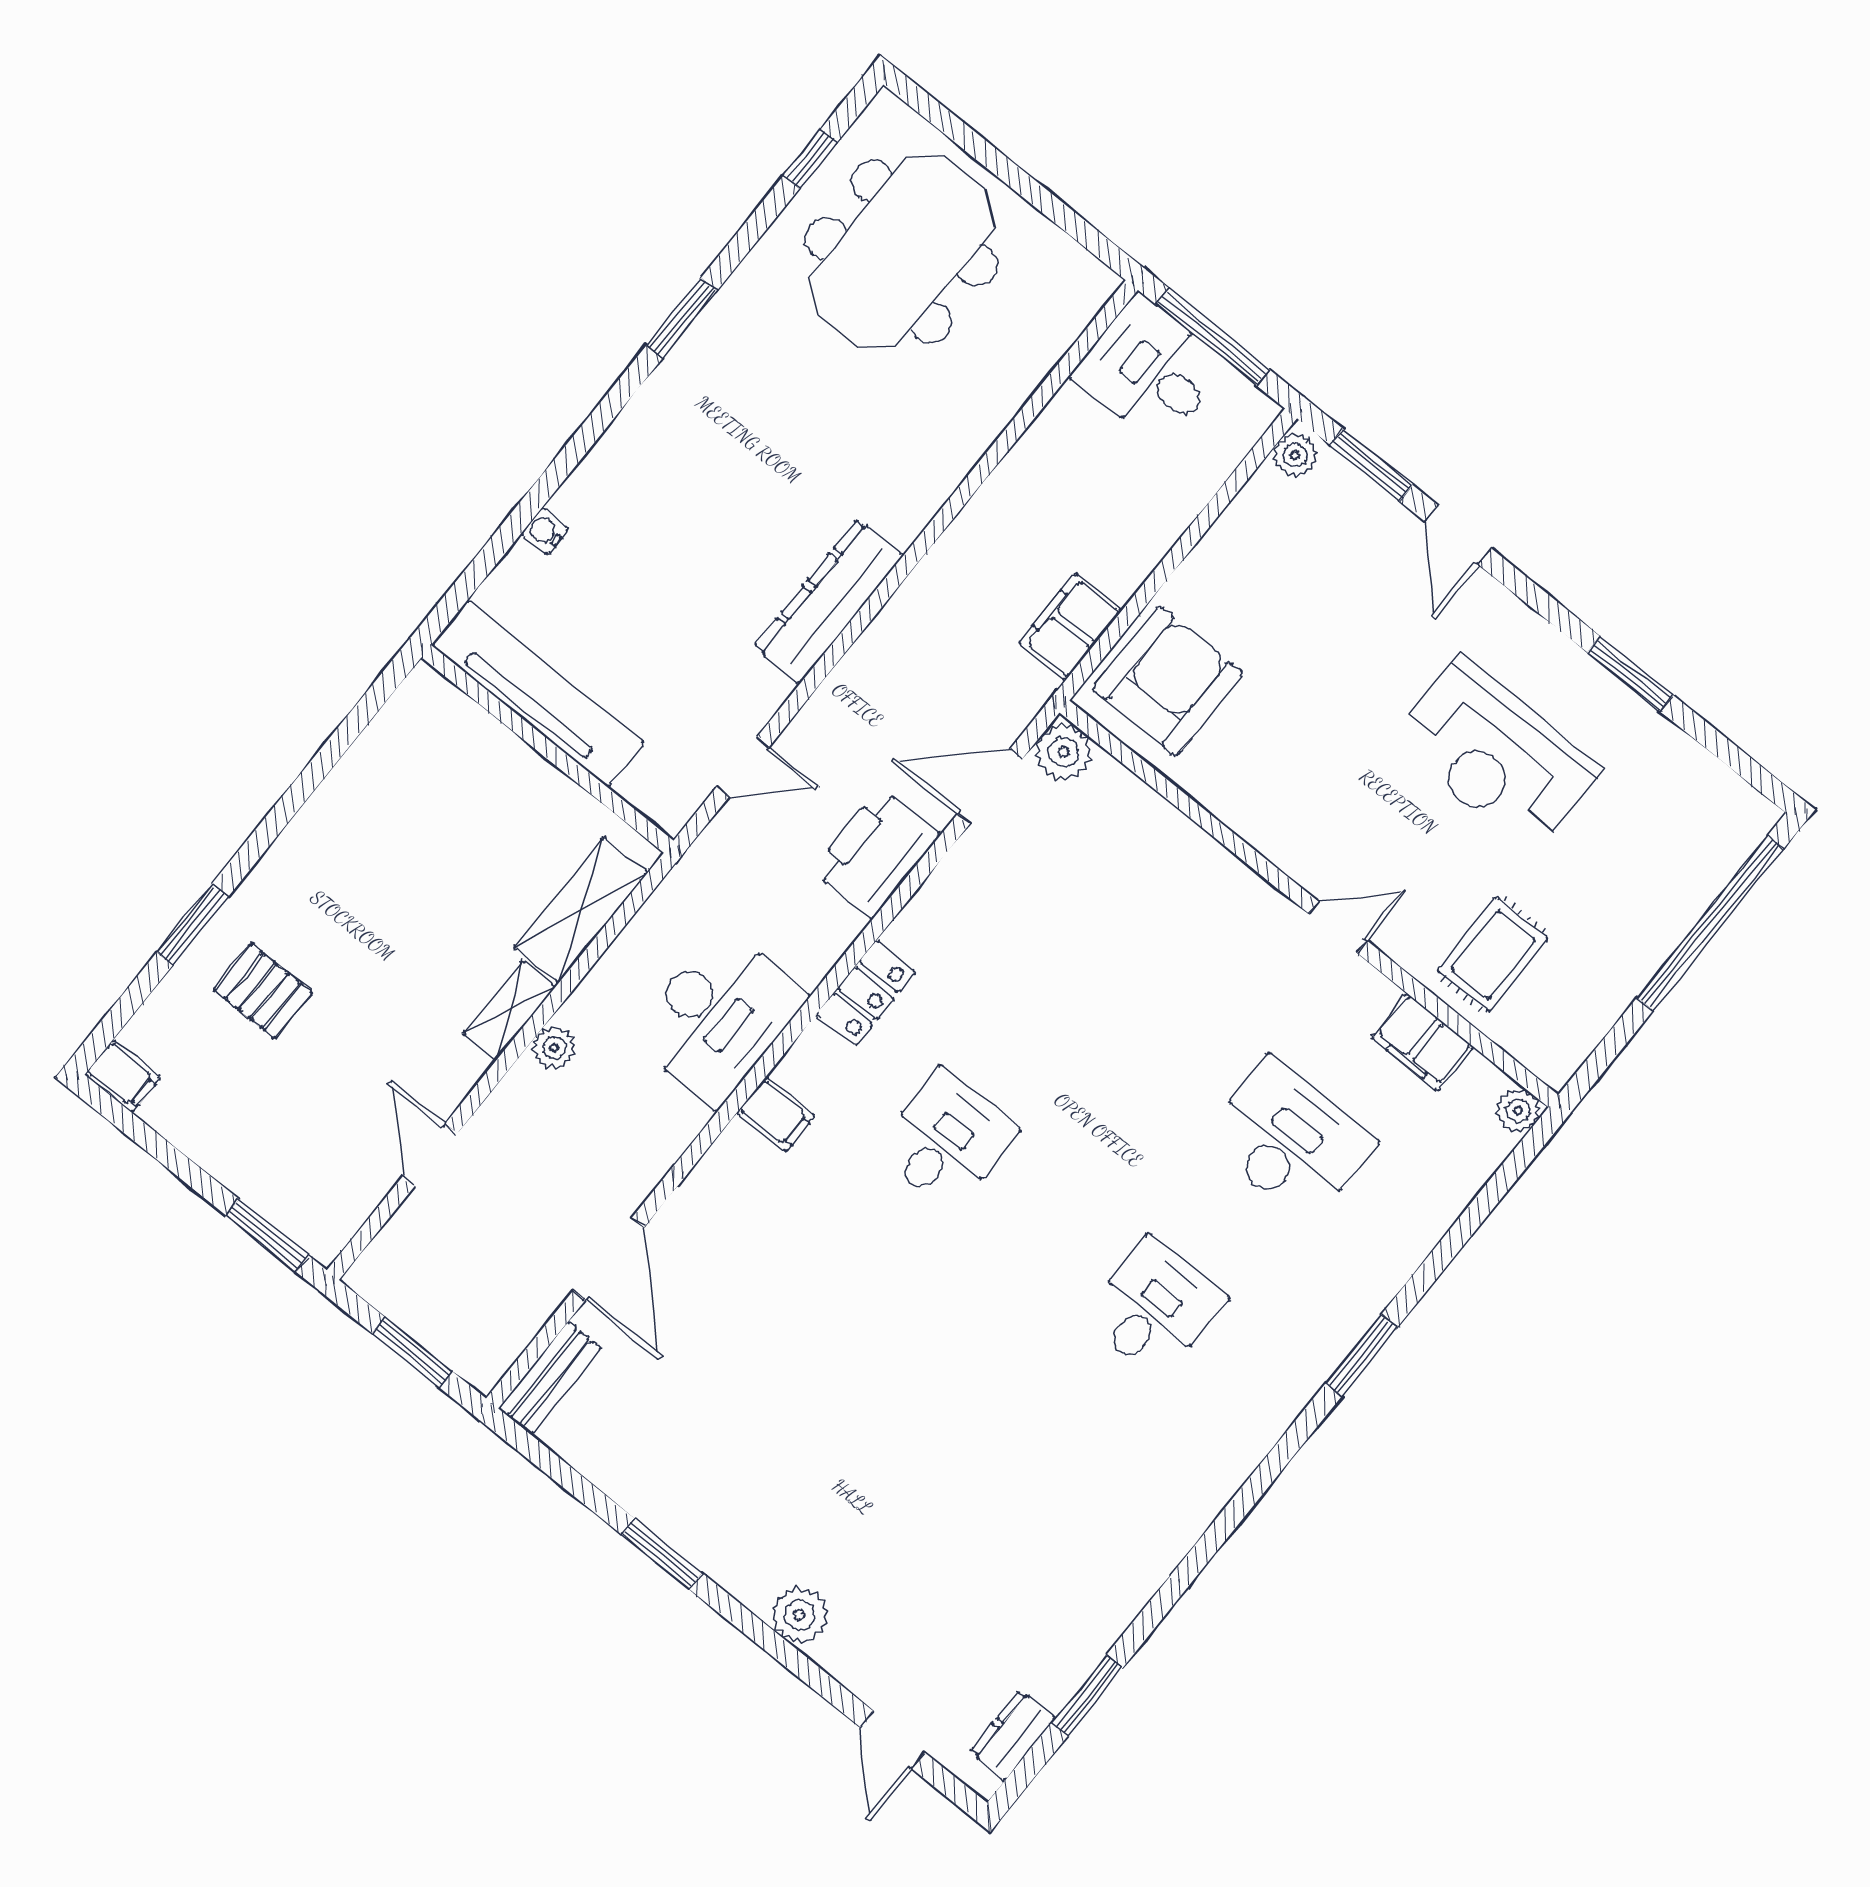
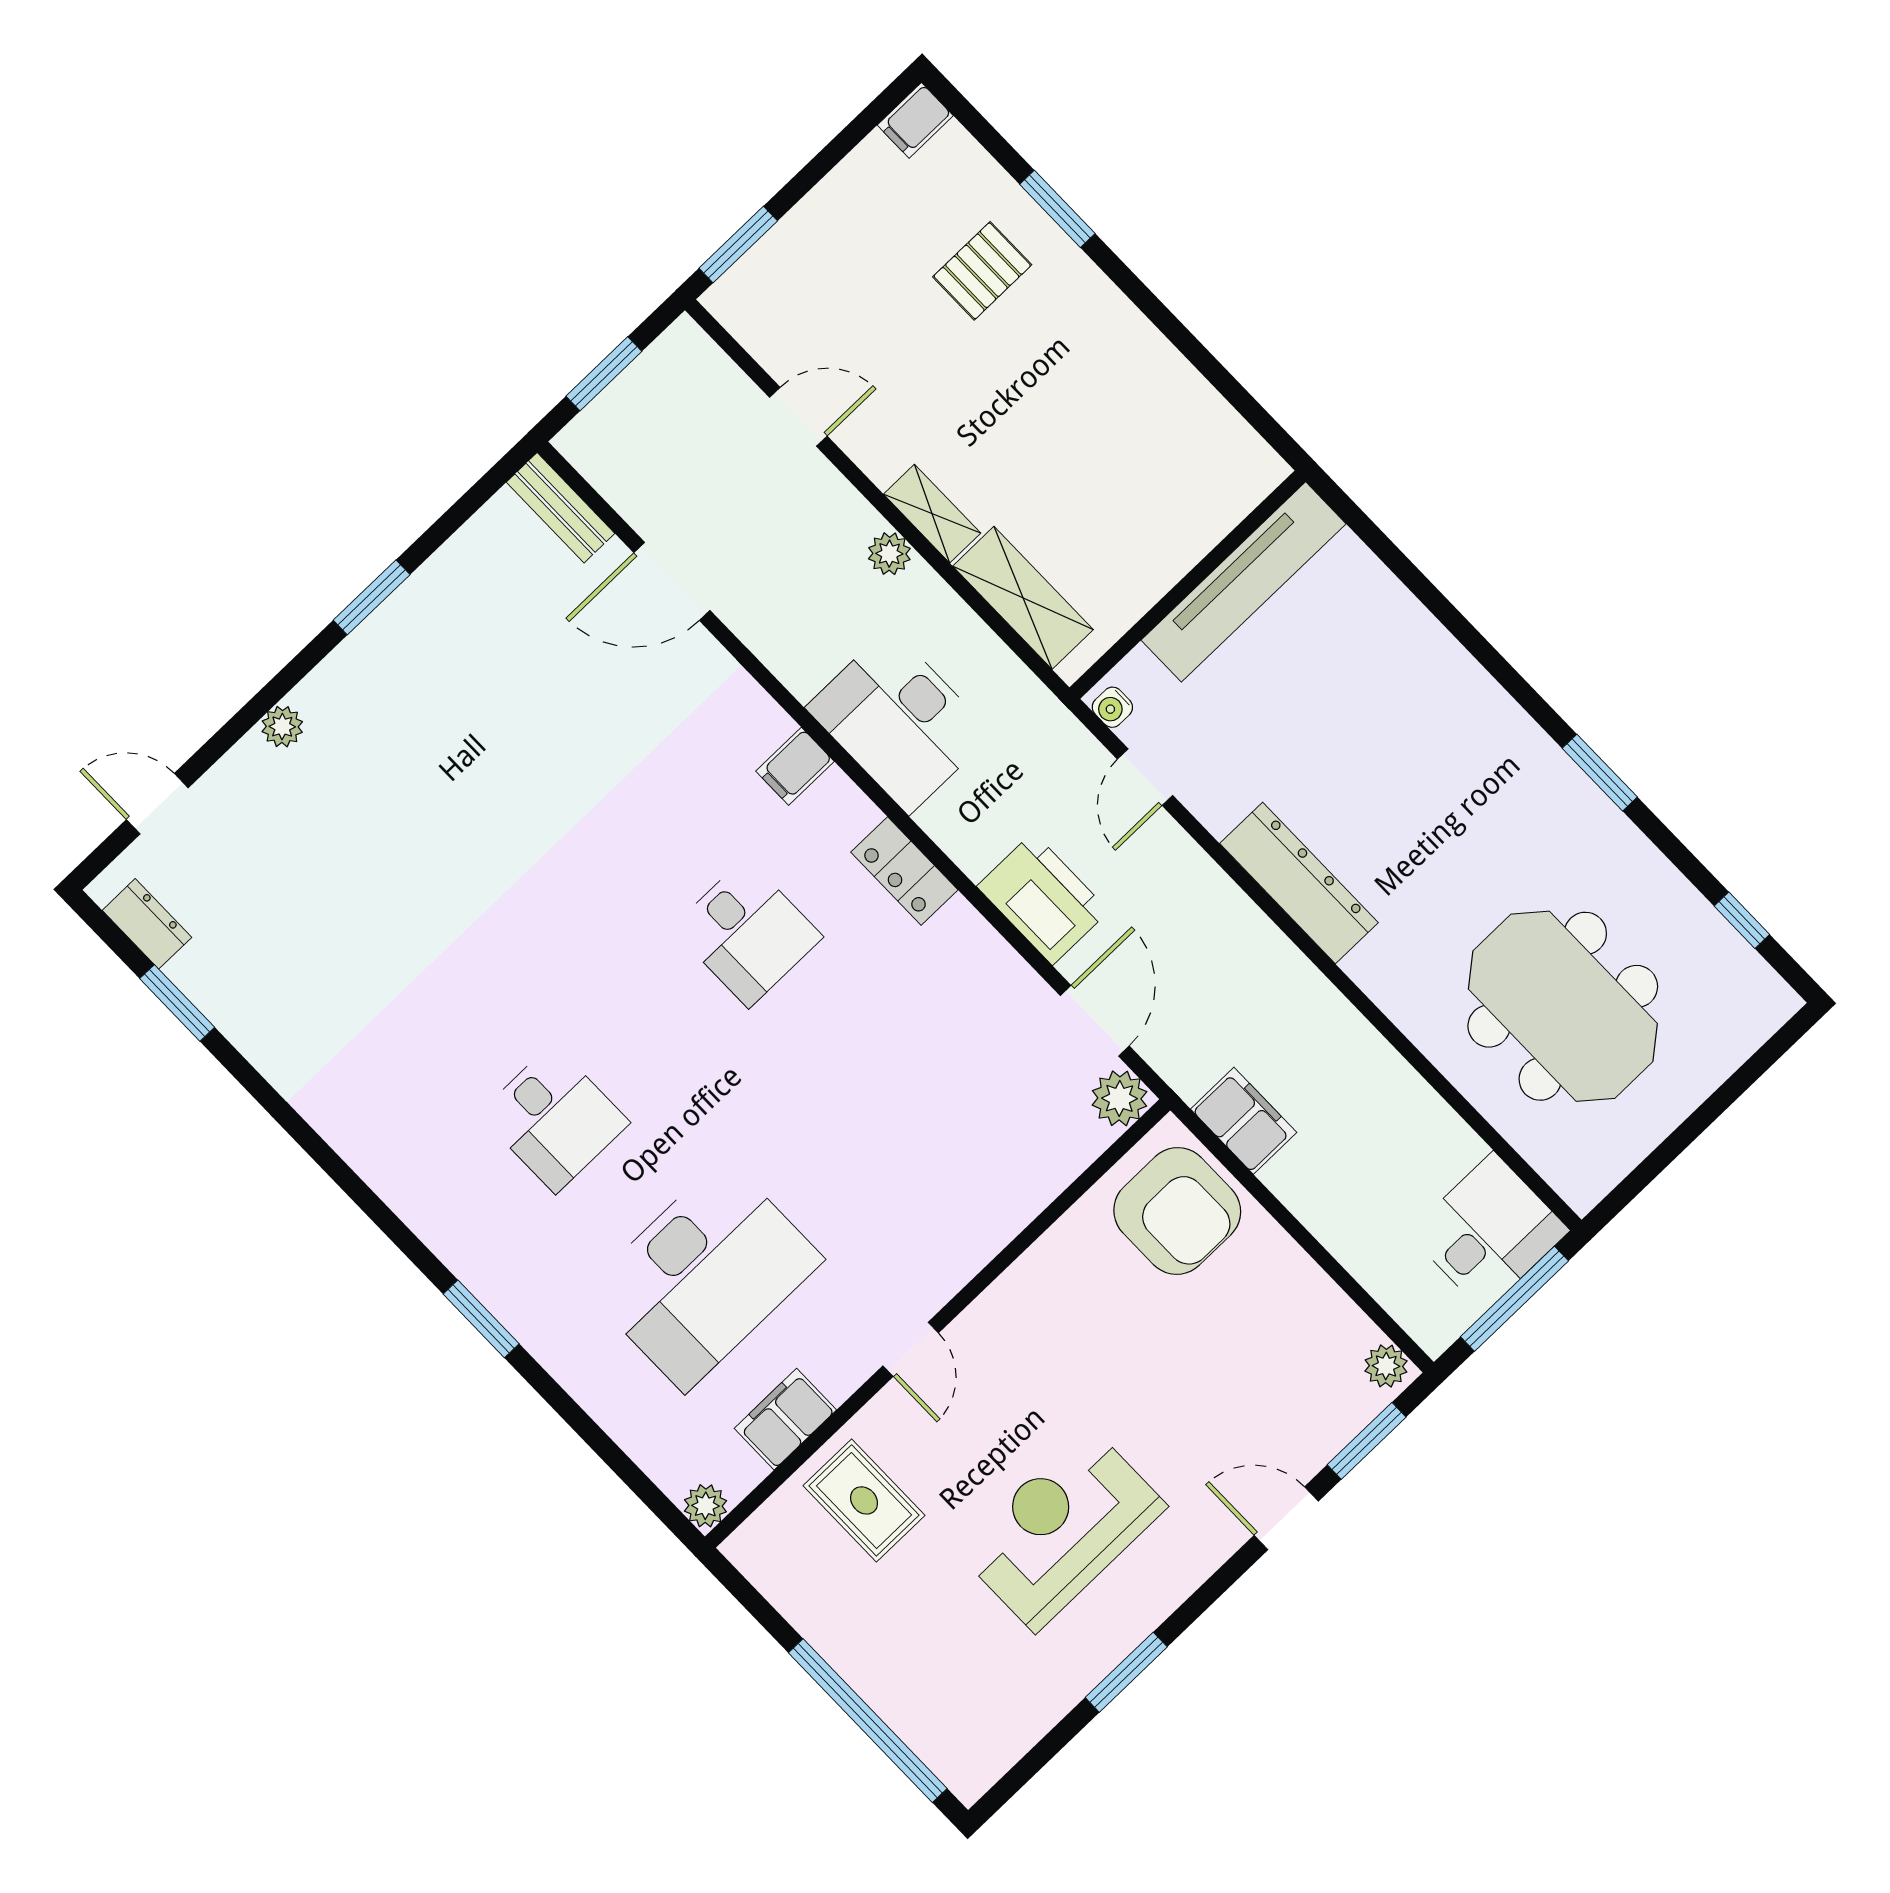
meeting table: (902, 252) -> (1563, 1006), moved
water cooler: (545, 531) -> (1112, 707), moved, turned 180
desk: (1290, 1140) -> (705, 1275), width x1.36, depth x1.30
plant: (800, 1615) -> (282, 727), width x0.73, depth x0.73

